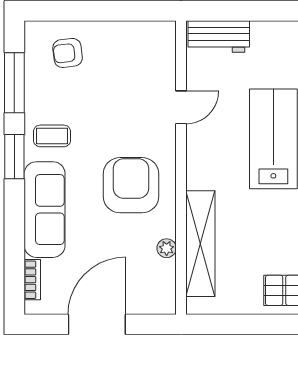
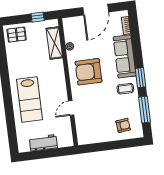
workbench: (219, 36) -> (43, 143), moved
armchair: (131, 185) -> (89, 72), turned 90
shelving: (200, 244) -> (54, 43), width x0.68
window: (231, 324) -> (38, 17), added

